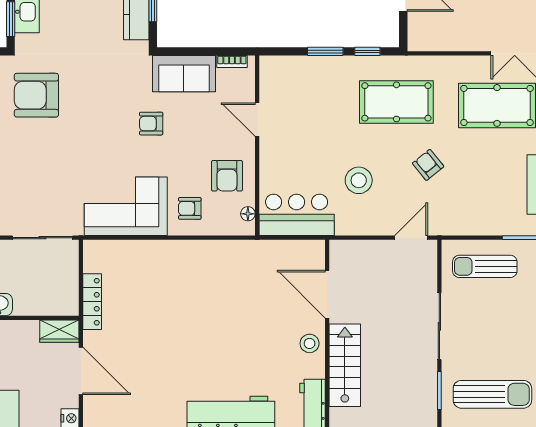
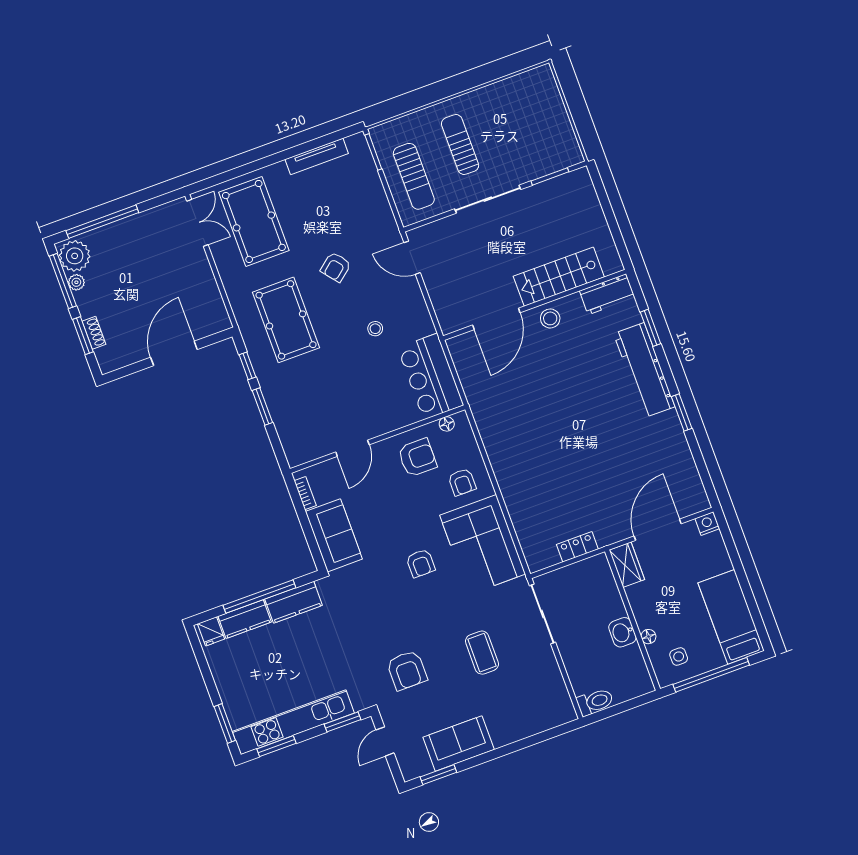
armchair: (36, 95) -> (407, 670), width x0.73, depth x0.73
armchair: (151, 124) -> (421, 563), moved
coffee table: (27, 170) -> (482, 653), added
stool: (359, 180) -> (375, 329), width x0.53, depth x0.53
locker: (92, 302) -> (577, 547), width x0.66
sun lounger: (492, 394) -> (460, 145), moved, width x0.73, depth x0.75

